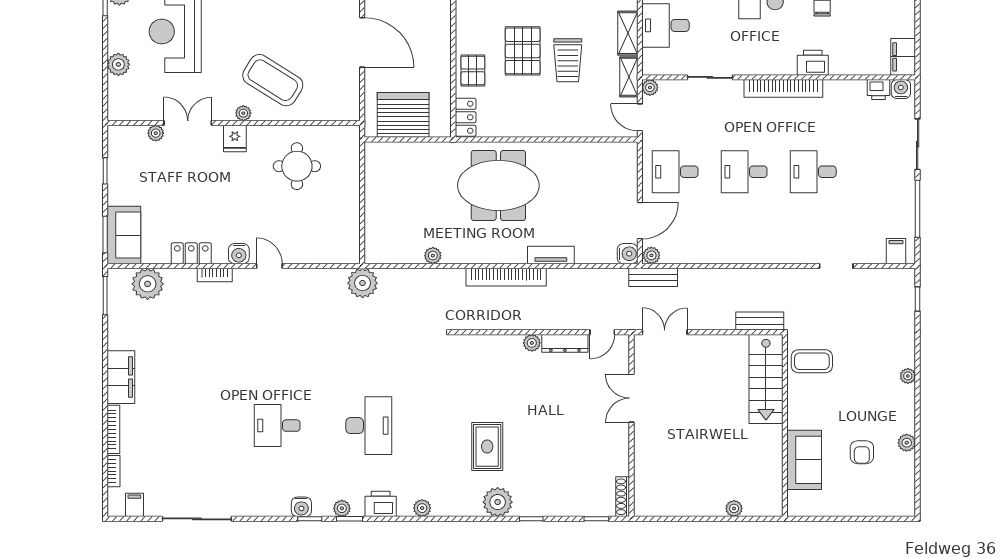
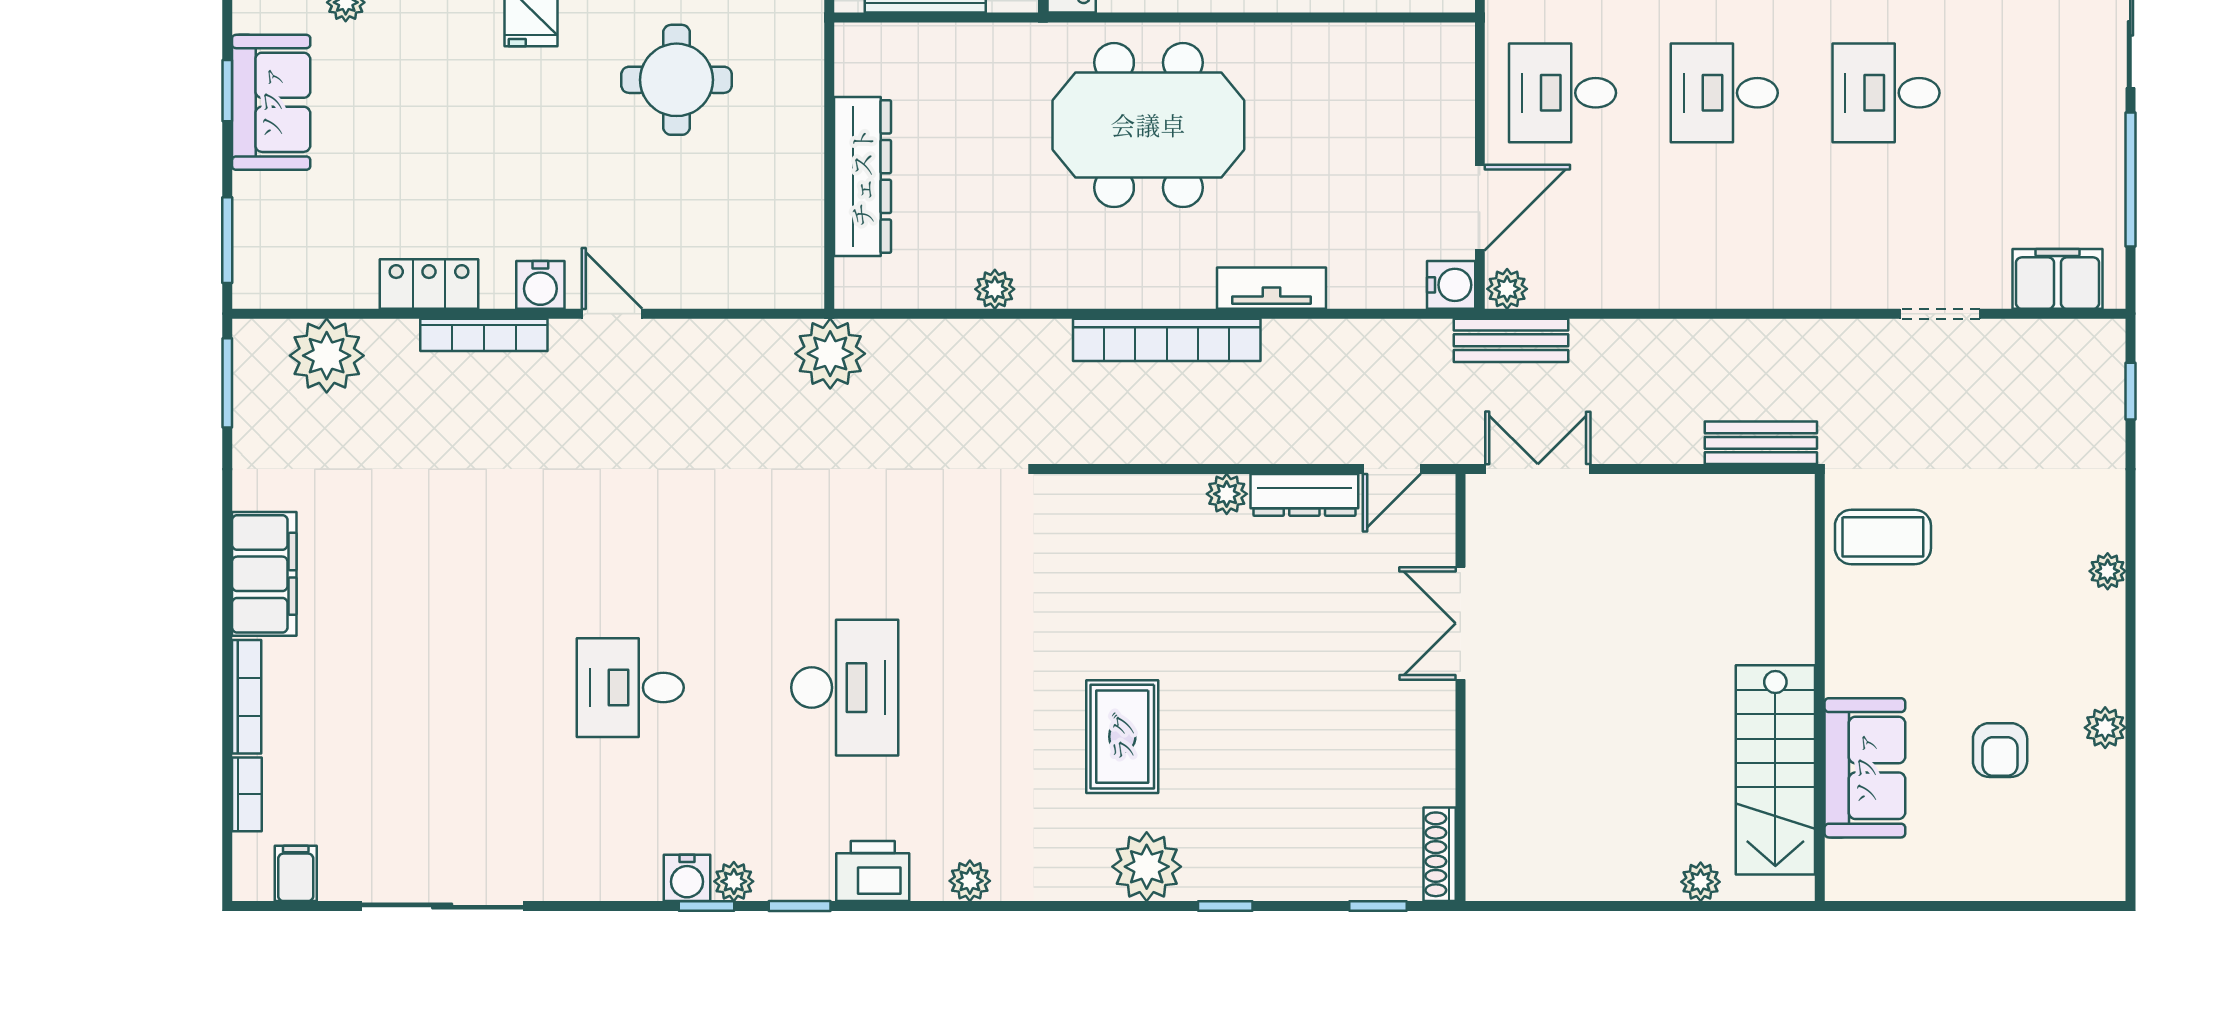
dresser: (376, 207) -> (862, 177), added
sofa: (124, 235) -> (271, 102), moved
filing cabinet: (896, 251) -> (2058, 279), width x2.00
bookcase: (215, 275) -> (484, 335), width x1.56
stairs: (766, 379) -> (1775, 770), moved
plant: (342, 508) -> (734, 881), moved

